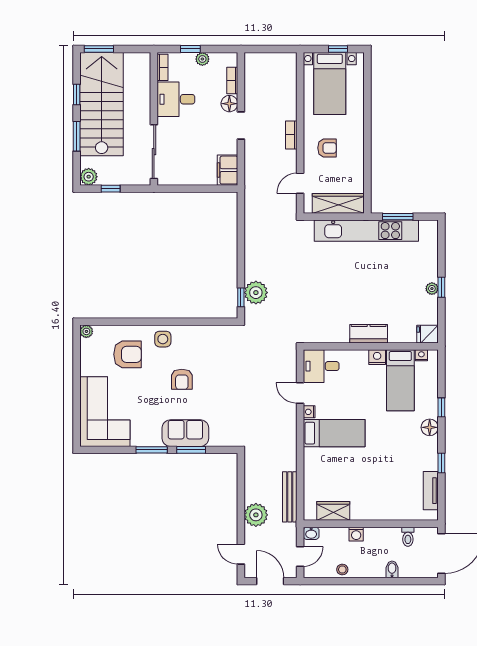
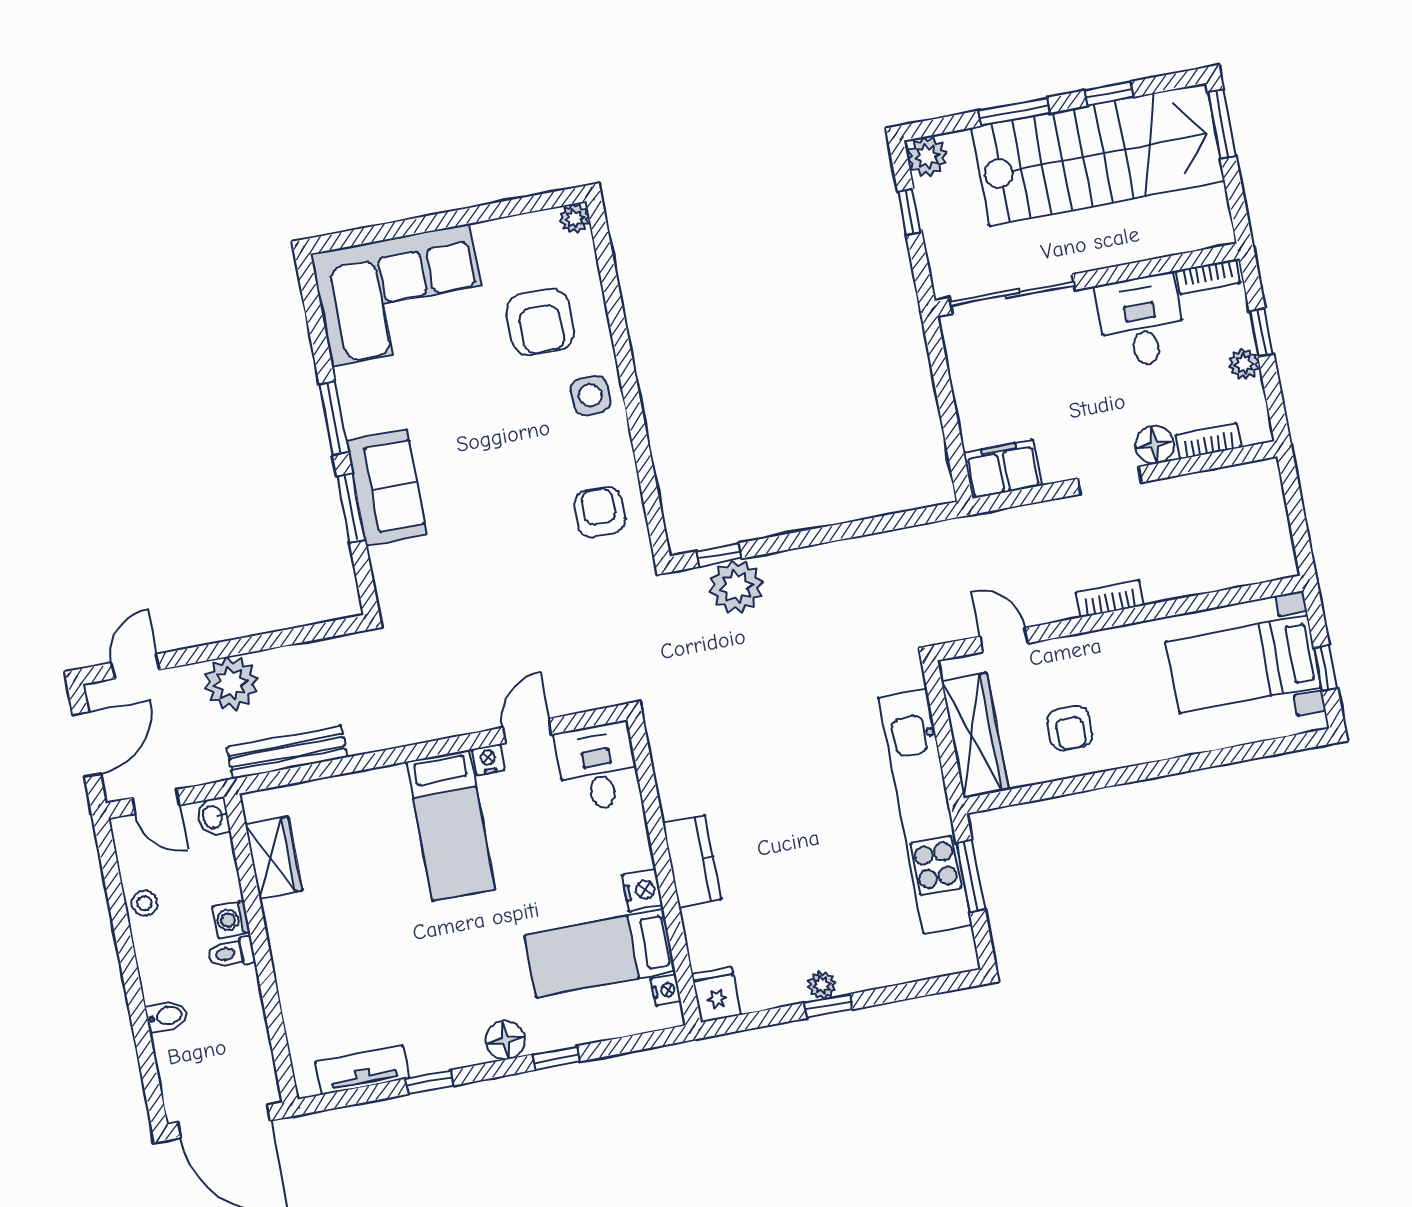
armchair: (327, 148) -> (1070, 728), moved
armchair: (182, 379) -> (599, 512), moved, turned 90
toilet: (408, 537) -> (231, 953), moved

